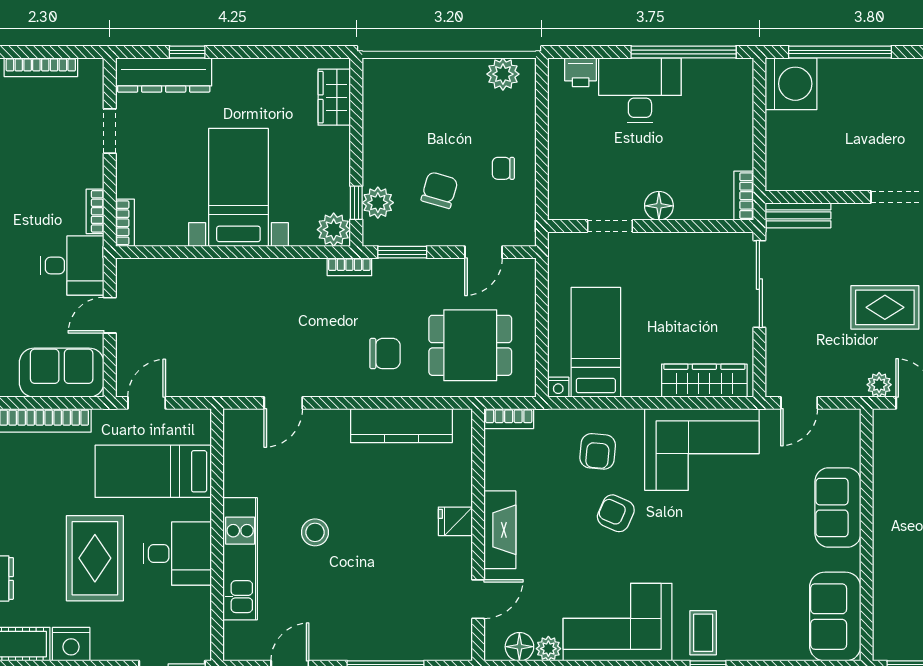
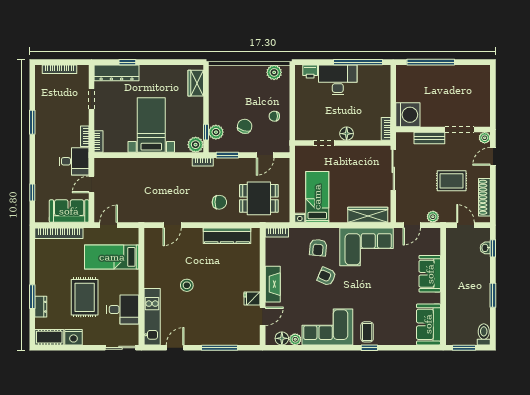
washing machine: (791, 84) -> (408, 115), moved
bench: (798, 215) -> (429, 138), moved
plant: (879, 385) -> (433, 217), moved
fridge: (455, 521) -> (252, 298), moved
desk: (177, 554) -> (123, 310), moved
kitchen unit: (240, 559) -> (152, 317), moved

